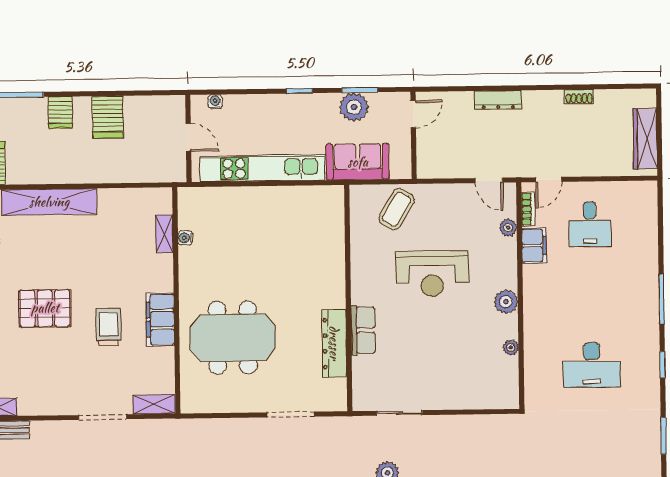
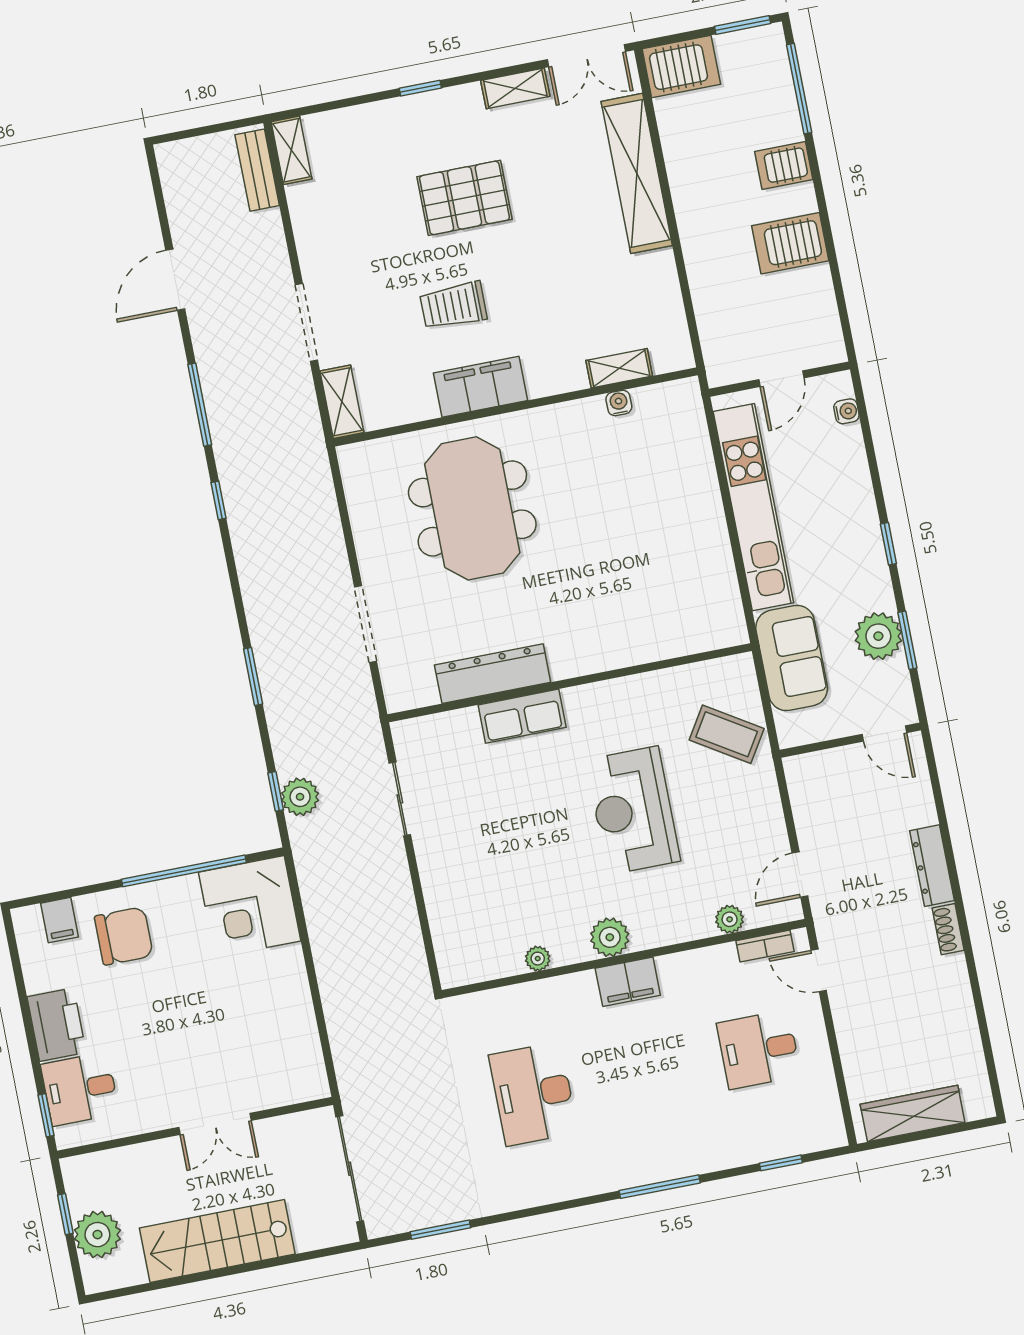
shoe rack: (579, 97) -> (948, 929), moved
filing cabinet: (534, 246) -> (628, 982), moved
pallet: (45, 308) -> (464, 198), turned 90
trolley: (109, 327) -> (453, 306), turned 180
window: (662, 365) -> (781, 1163), moved

